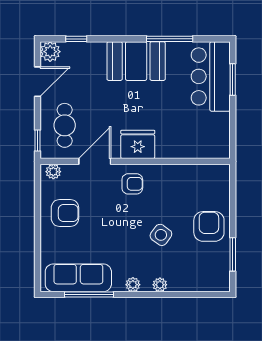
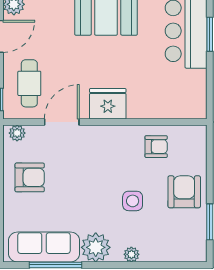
armchair: (132, 184) -> (156, 147), moved
side table: (161, 235) -> (133, 201), turned -37
plant: (133, 285) -> (96, 247), width x1.88, depth x1.88

